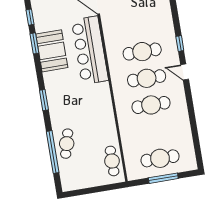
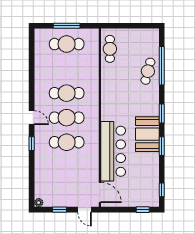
window: (34, 43) -> (162, 146), moved
booth: (52, 51) -> (147, 134), moved

